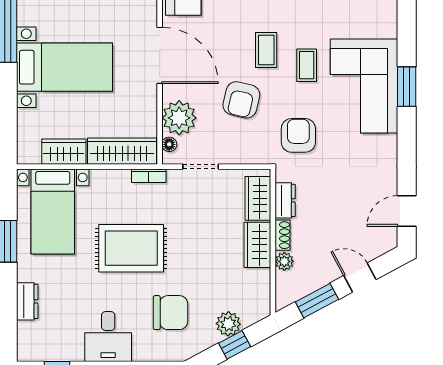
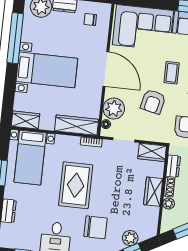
wardrobe: (64, 152) -> (25, 120), moved
wardrobe: (258, 198) -> (152, 152), moved, turned -90
rug: (131, 248) -> (76, 185), turned 90

